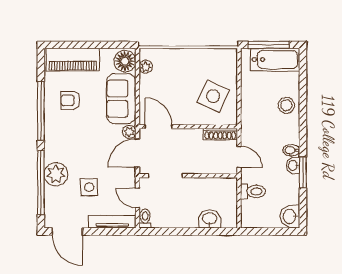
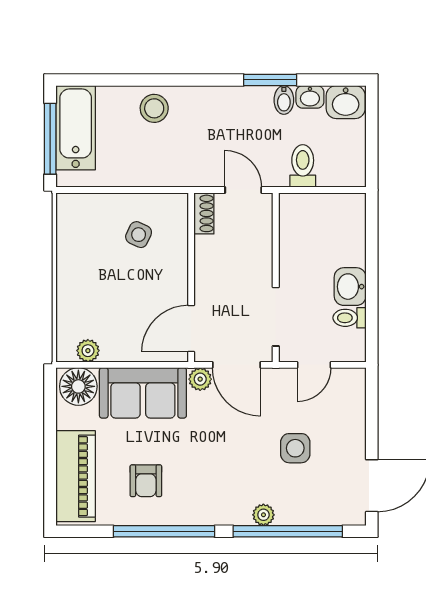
side table: (213, 96) -> (139, 235), width x0.54, depth x0.54
shoe rack: (220, 134) -> (204, 213), width x0.70
bidet: (291, 150) -> (284, 100), moved
door: (239, 157) -> (243, 190), hinge flipped
washbasin: (293, 165) -> (310, 97), moved
plant: (56, 174) -> (263, 515), width x0.53, depth x0.53
toilet: (145, 219) -> (349, 318), moved
washbasin: (210, 219) -> (350, 287), moved
tv unit: (112, 222) -> (355, 408), removed

